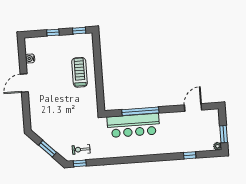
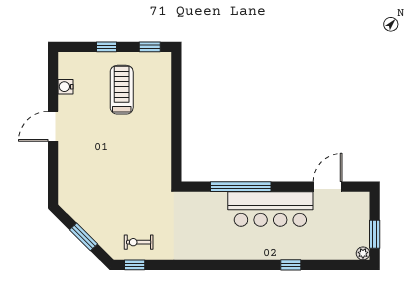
treadmill: (80, 72) -> (122, 90), moved
bar counter: (133, 125) -> (270, 209), moved
window: (190, 155) -> (291, 265), moved

